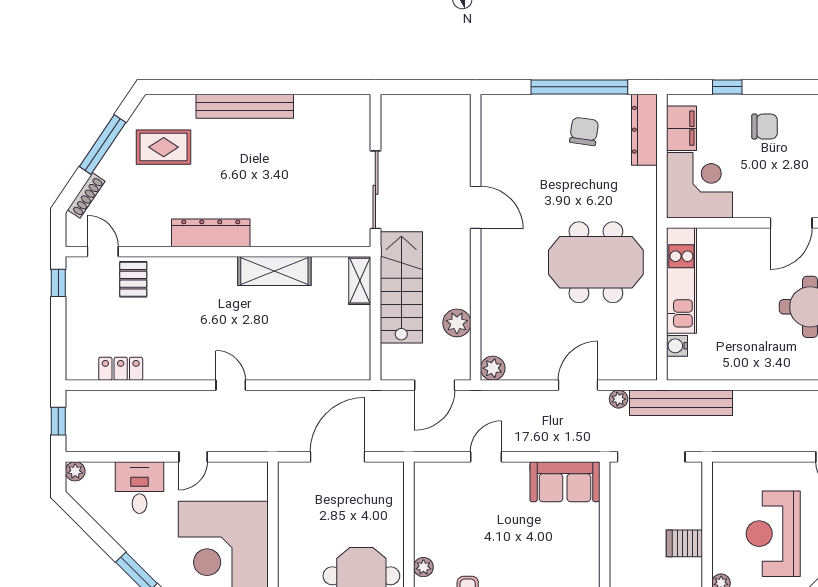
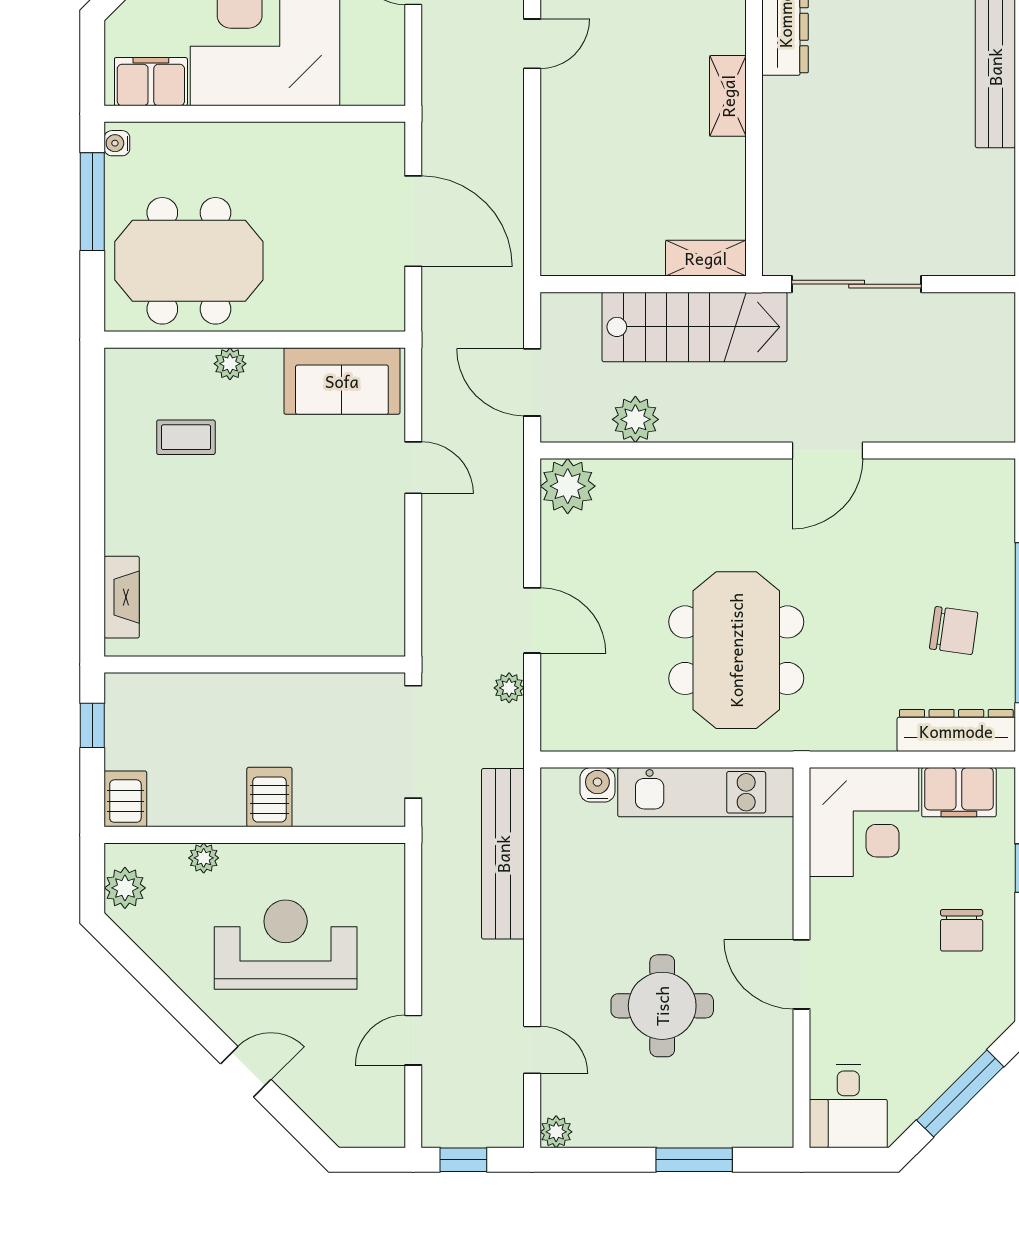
shelving: (274, 271) -> (728, 96), width x0.67, depth x0.75
plant: (493, 368) -> (568, 486), width x1.36, depth x1.36
bench: (681, 403) -> (503, 854), moved
sofa: (565, 482) -> (342, 381), moved, turned -90

